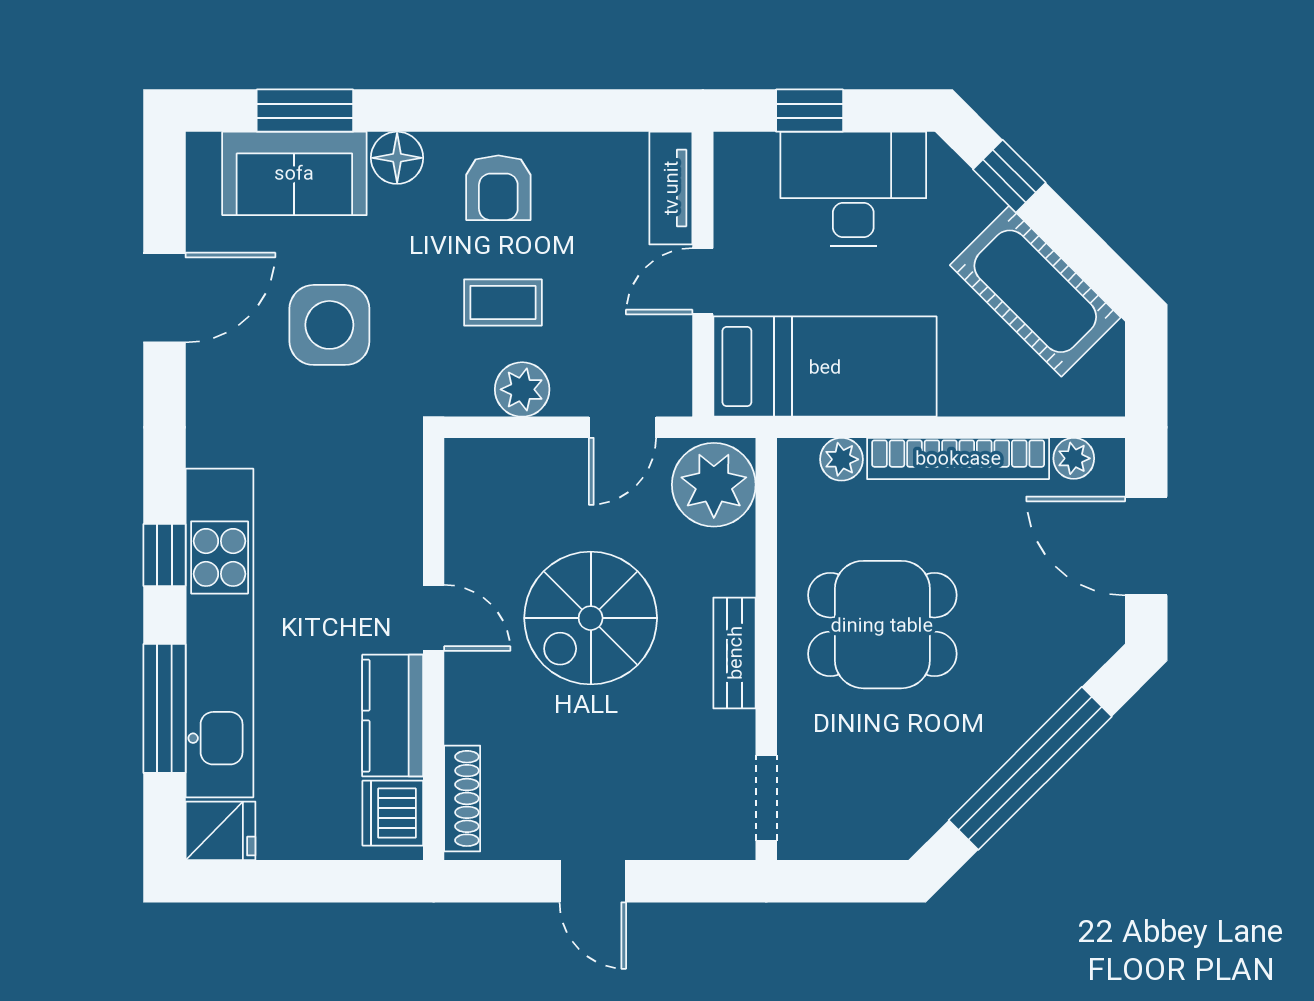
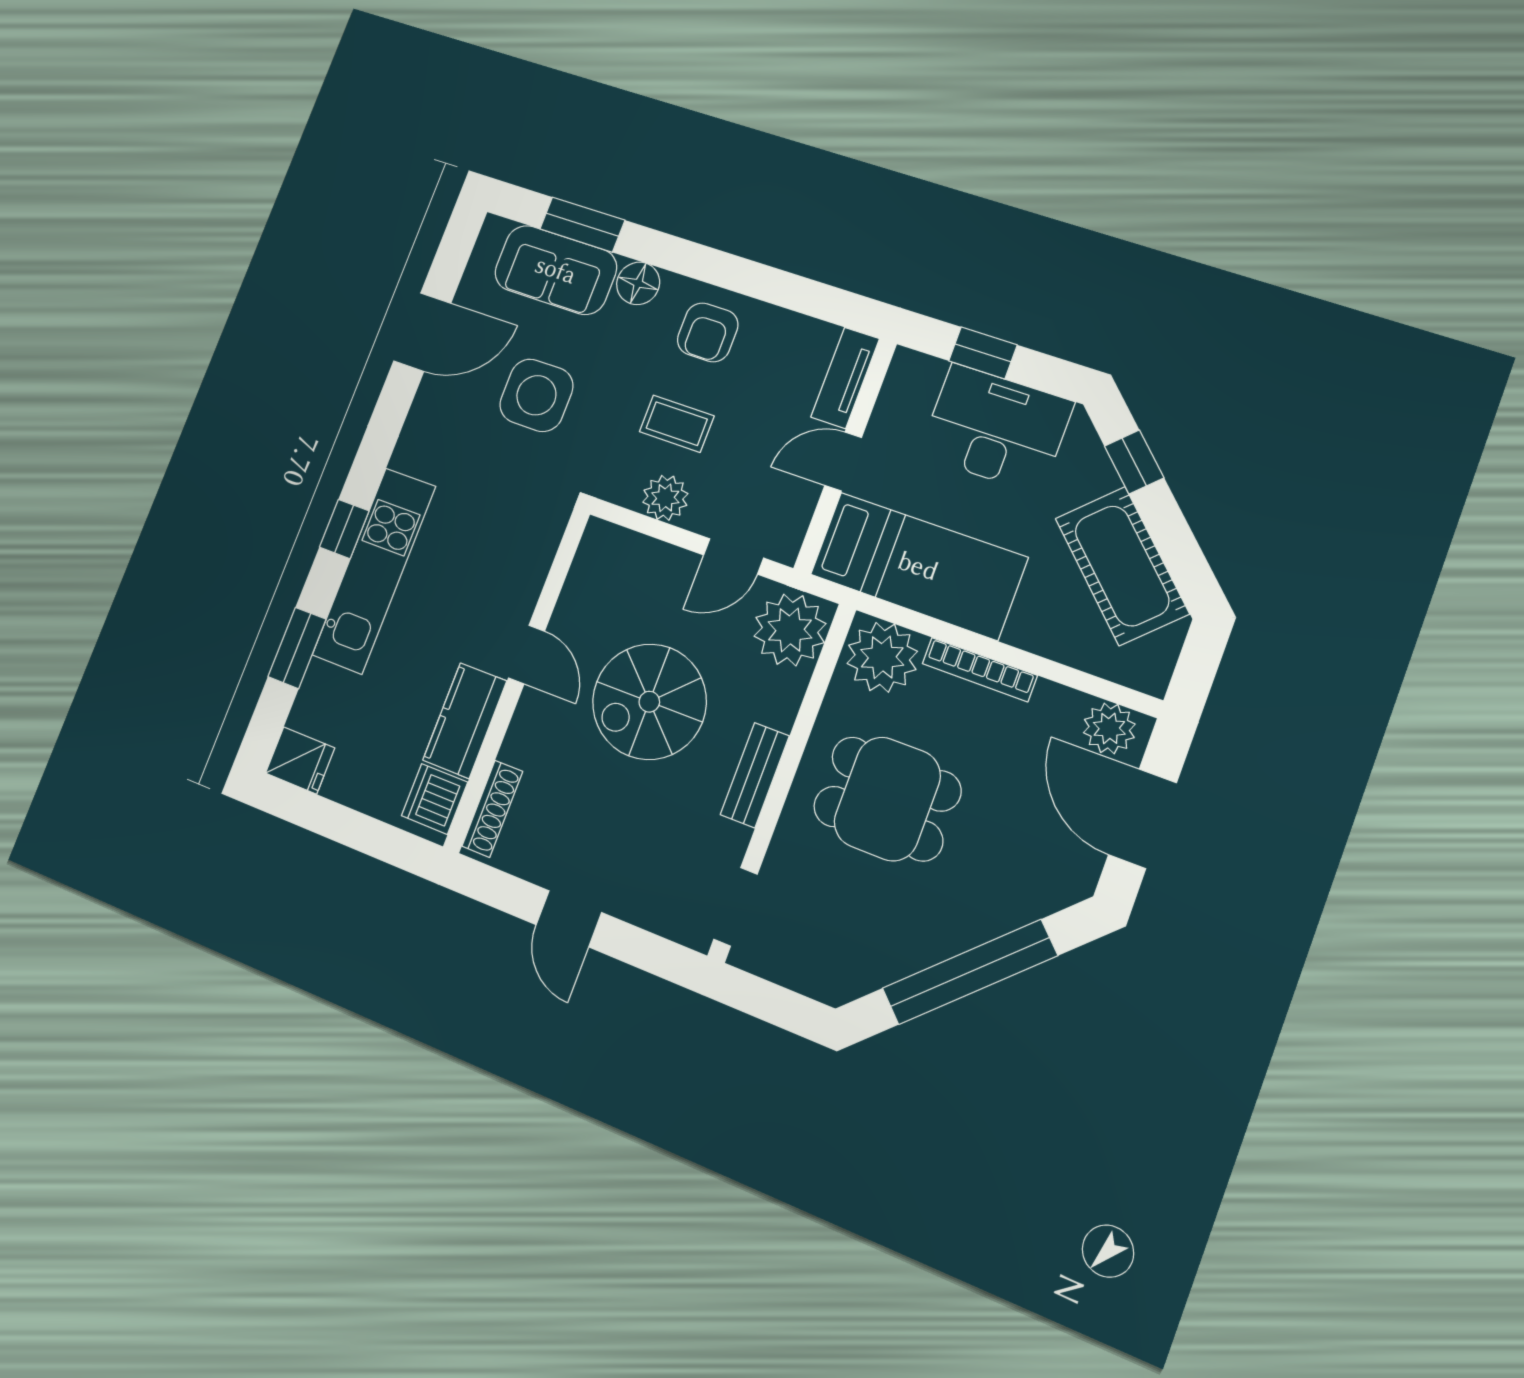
bookcase: (958, 458) -> (980, 670), width x0.68, depth x0.76
plant: (1074, 458) -> (1109, 728), width x1.38, depth x1.38
plant: (841, 459) -> (882, 657), width x1.87, depth x1.87
kitchen unit: (220, 633) -> (374, 571), width x0.73
window: (164, 708) -> (297, 648), width x0.69

